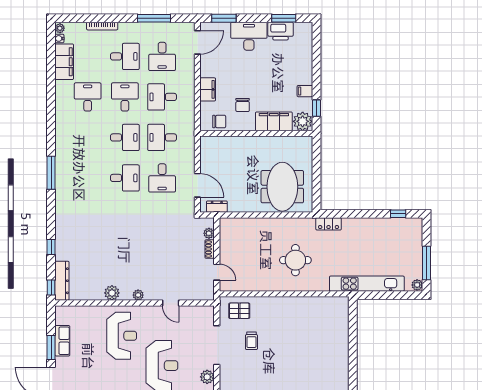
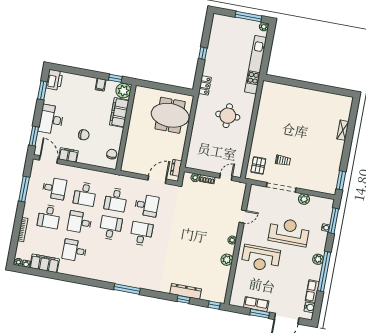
printer: (281, 31) -> (54, 80), moved
desk: (125, 56) -> (49, 217), turned 180
filing cabinet: (208, 89) -> (68, 155), moved
chair: (243, 105) -> (84, 135), moved
window: (398, 214) -> (203, 53), moved
dresser: (62, 281) -> (186, 291), moved
reception desk: (122, 336) -> (261, 258), turned 180

